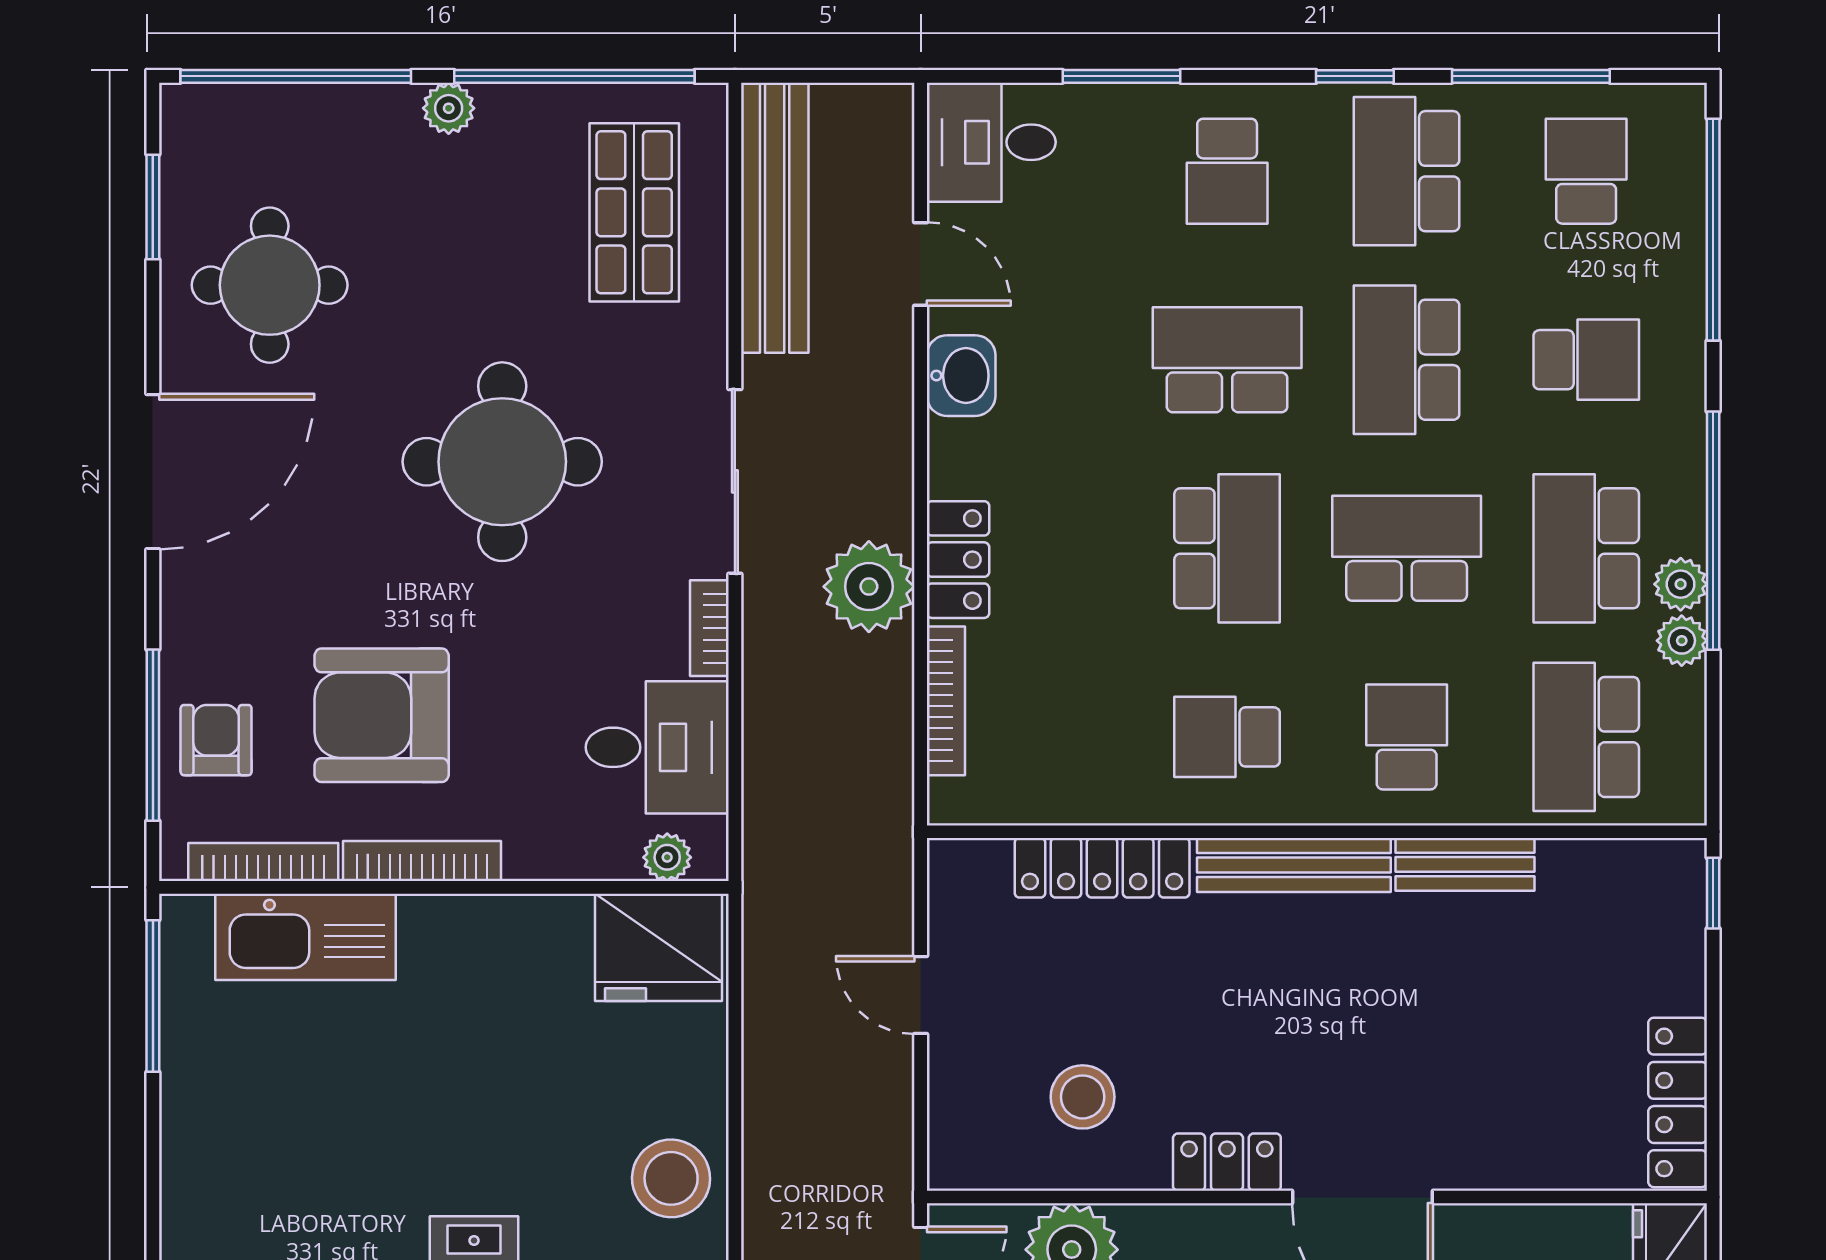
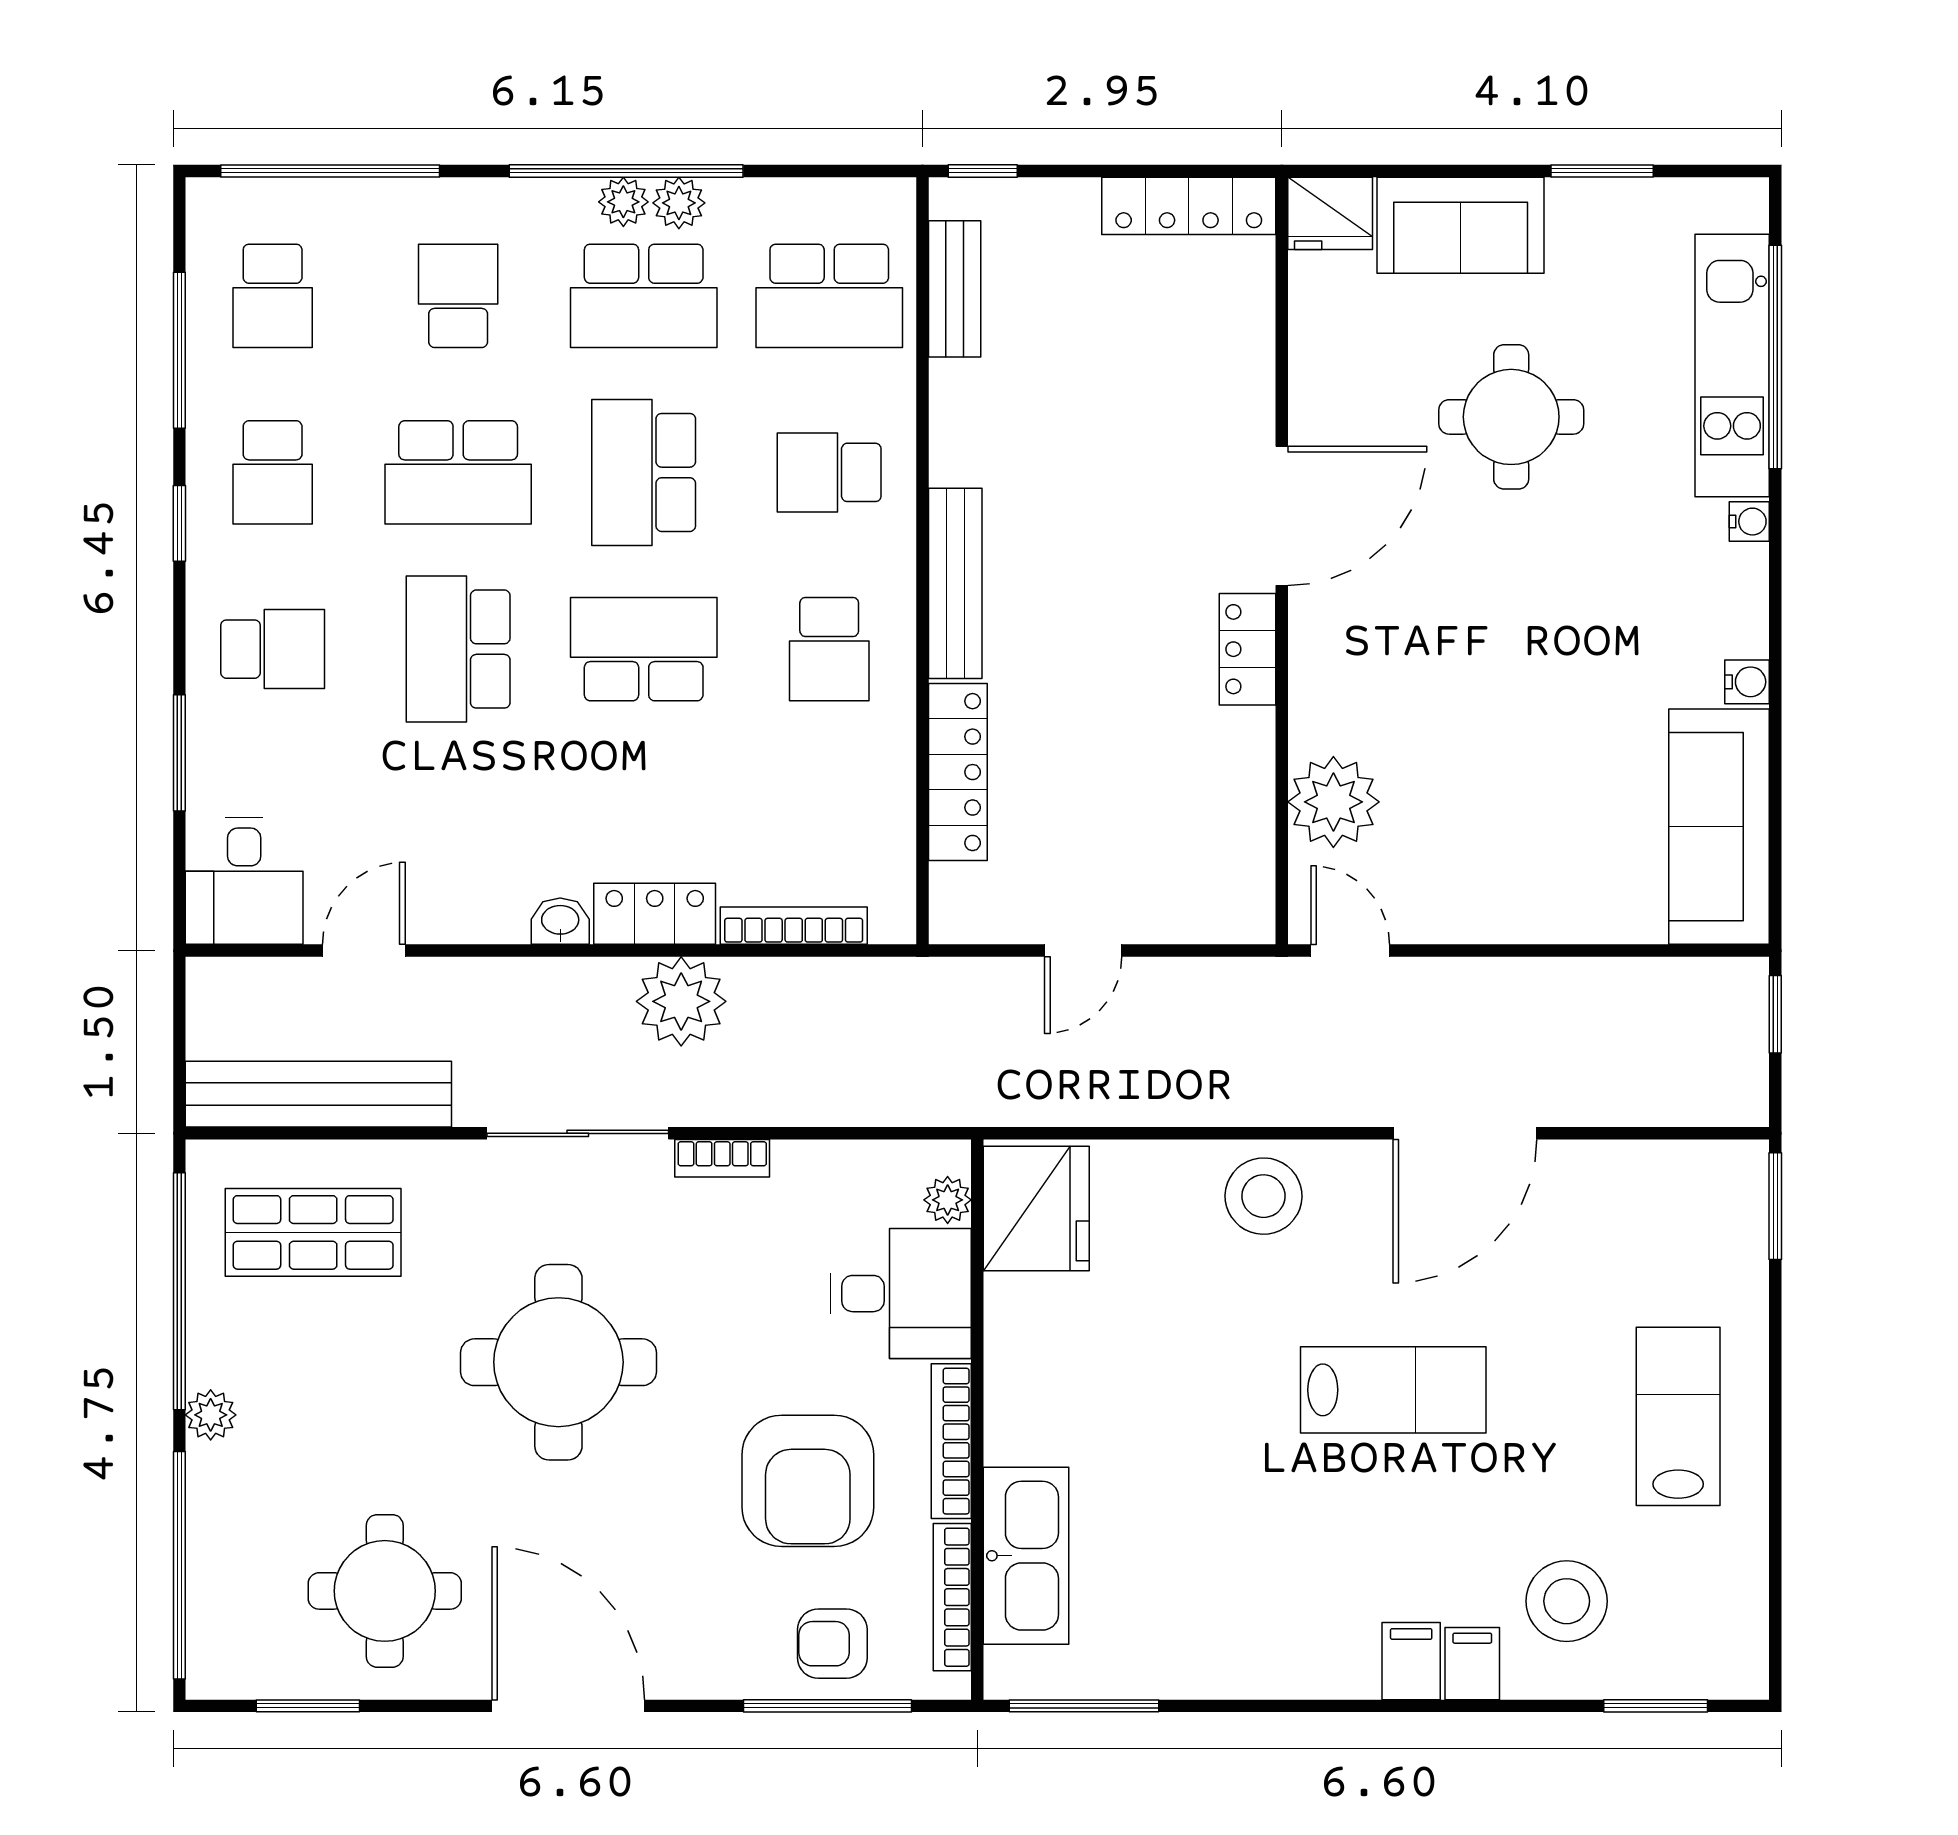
school desk: (1407, 171) -> (273, 472), width x0.54
school desk: (1586, 171) -> (273, 296), turned -90
washbasin: (961, 376) -> (560, 921), moved, width x0.72, depth x0.69
plant: (1682, 641) -> (623, 202), moved
desk: (657, 747) -> (901, 1294), moved, turned 90
bench: (1465, 864) -> (955, 289), moved
stool: (1083, 1097) -> (1183, 791), removed

